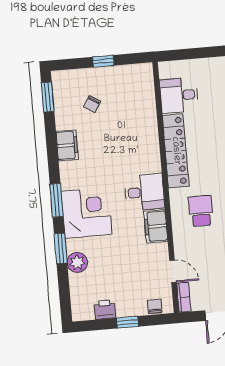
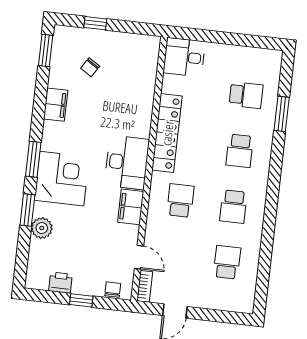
window: (103, 61) -> (95, 23), moved
desk: (179, 95) -> (184, 57), moved
desk: (144, 192) -> (127, 162), width x1.37

